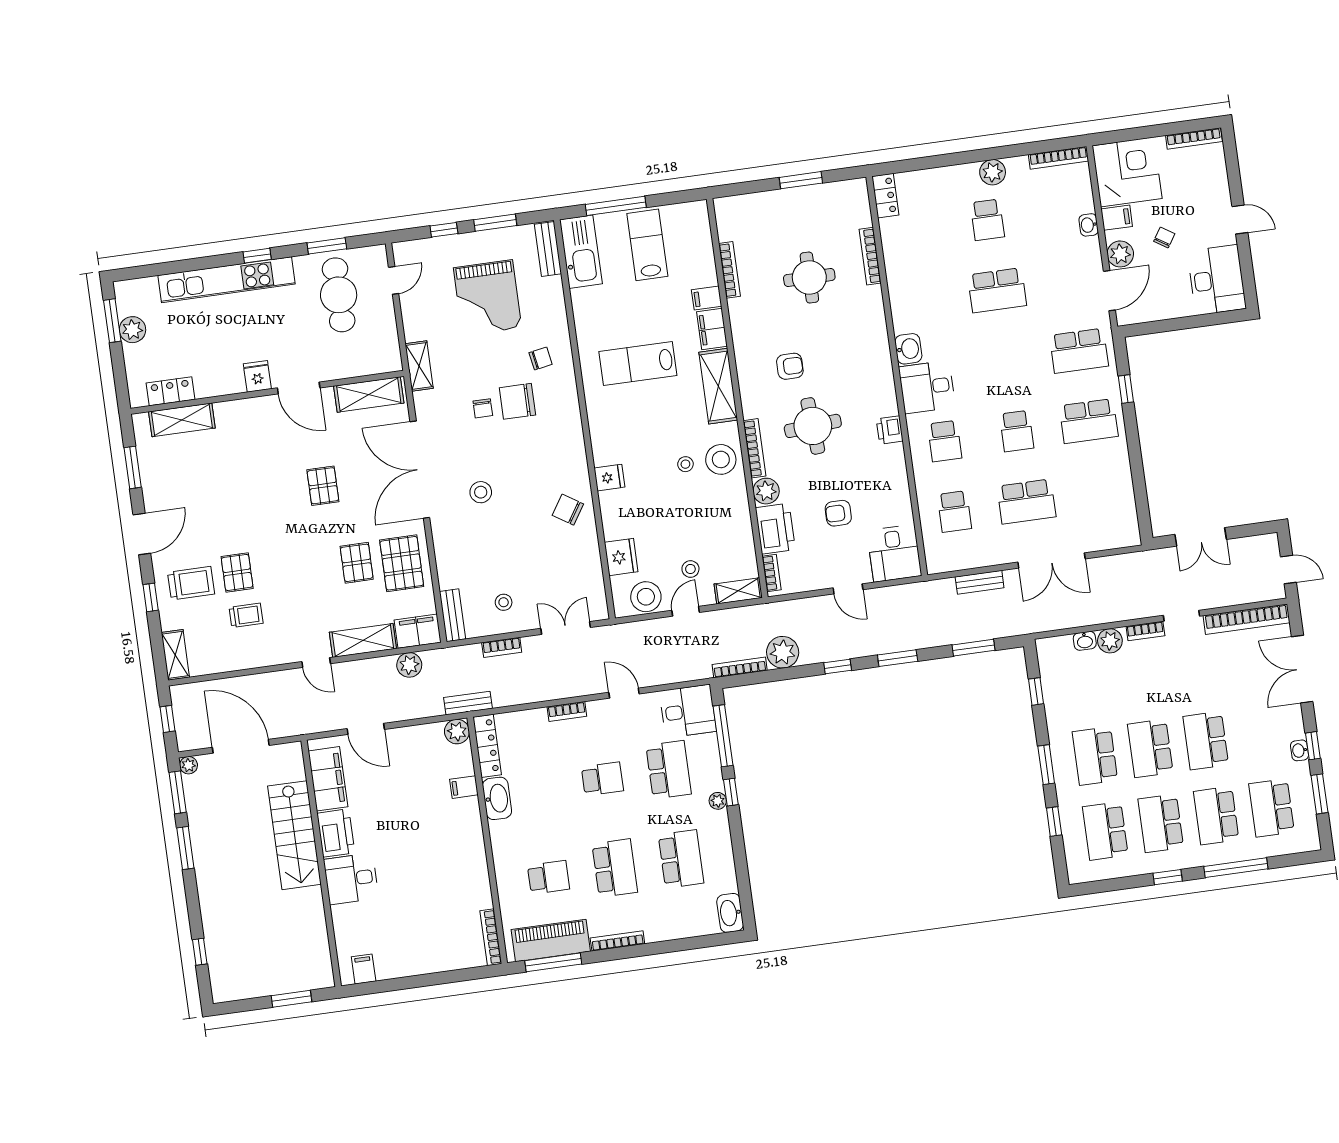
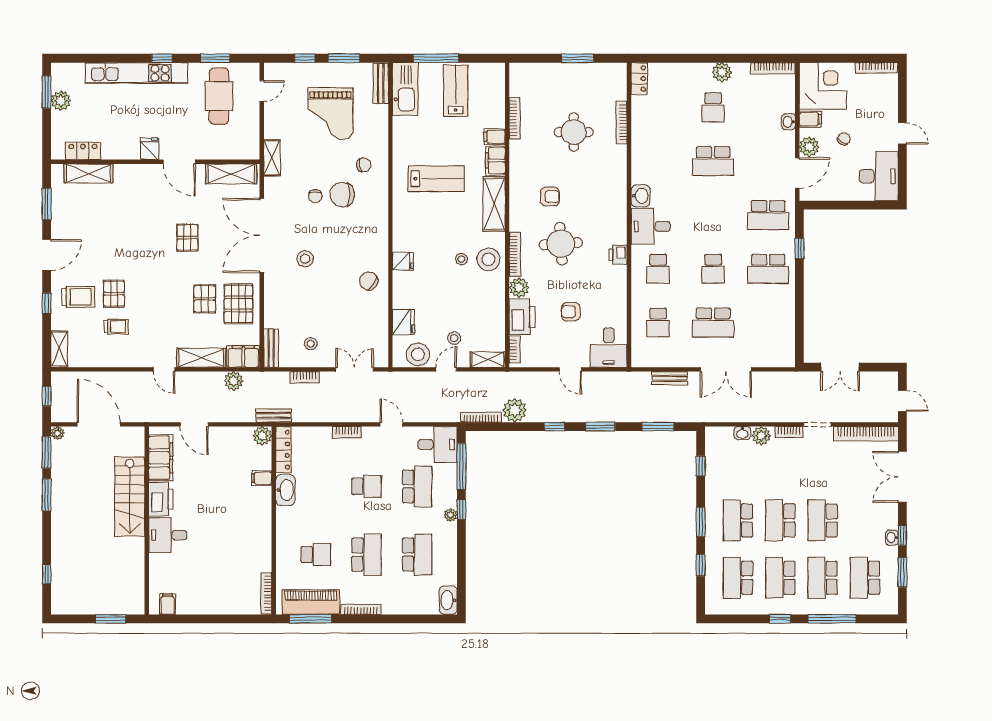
lab bench: (638, 364) -> (436, 179), turned 180

